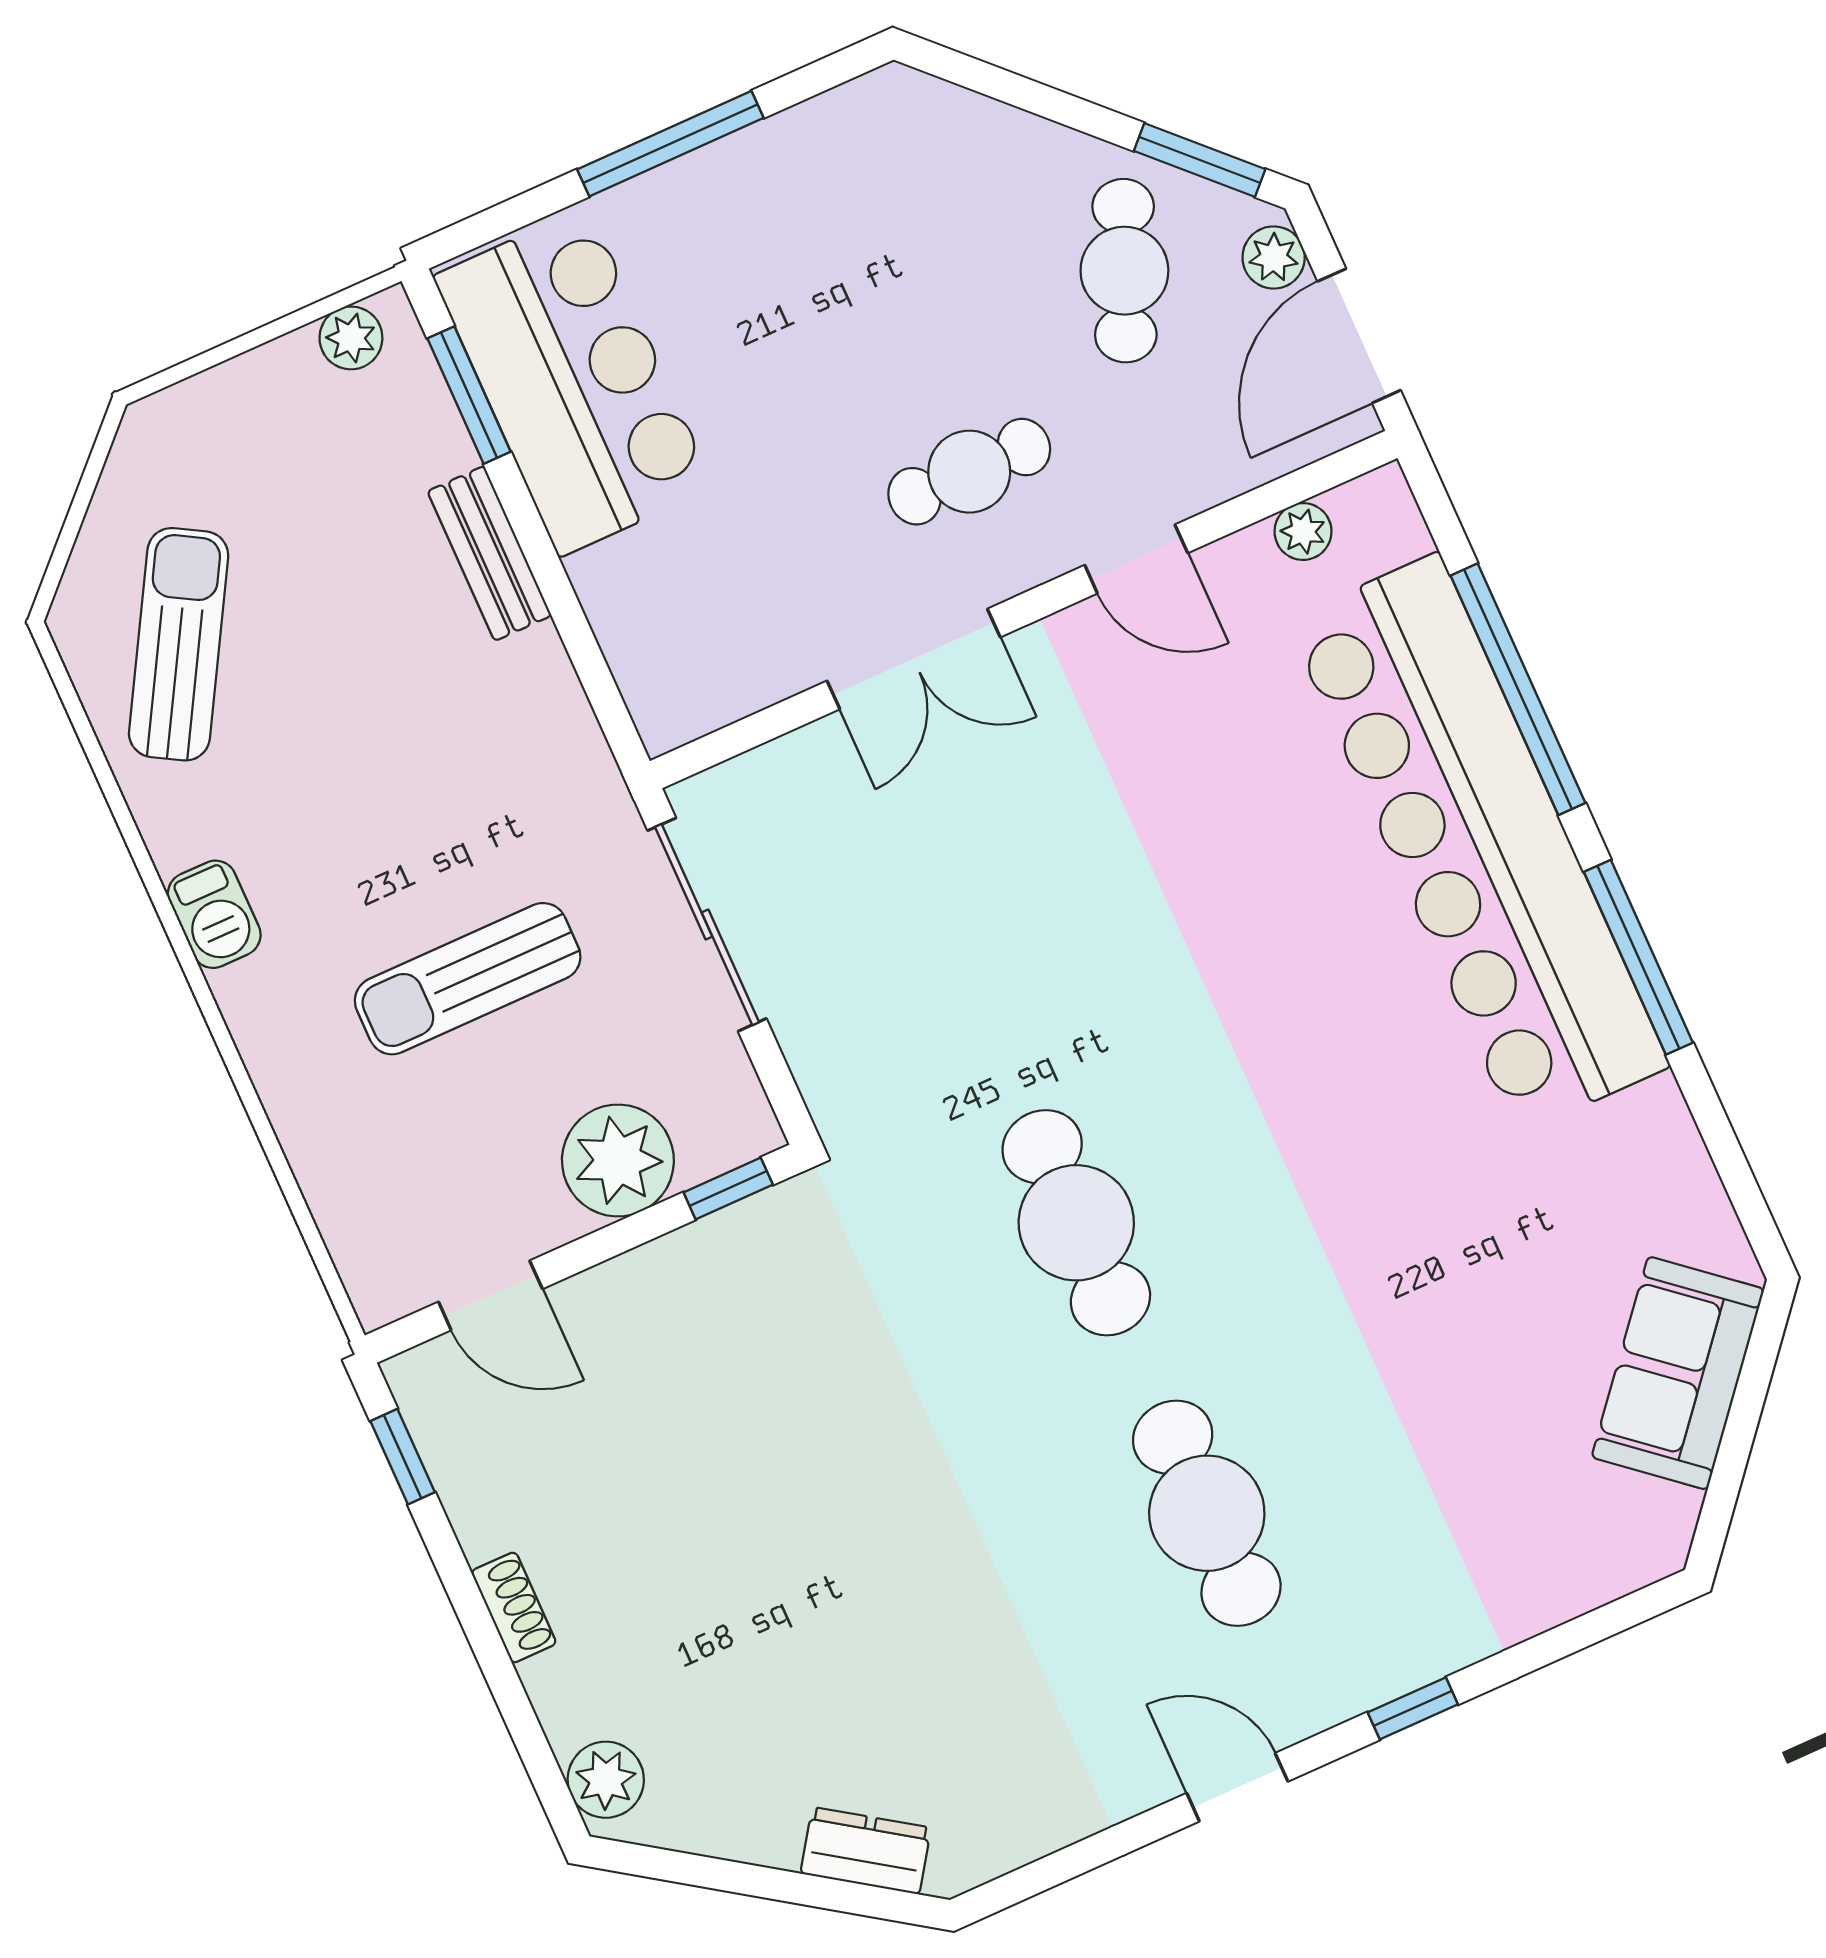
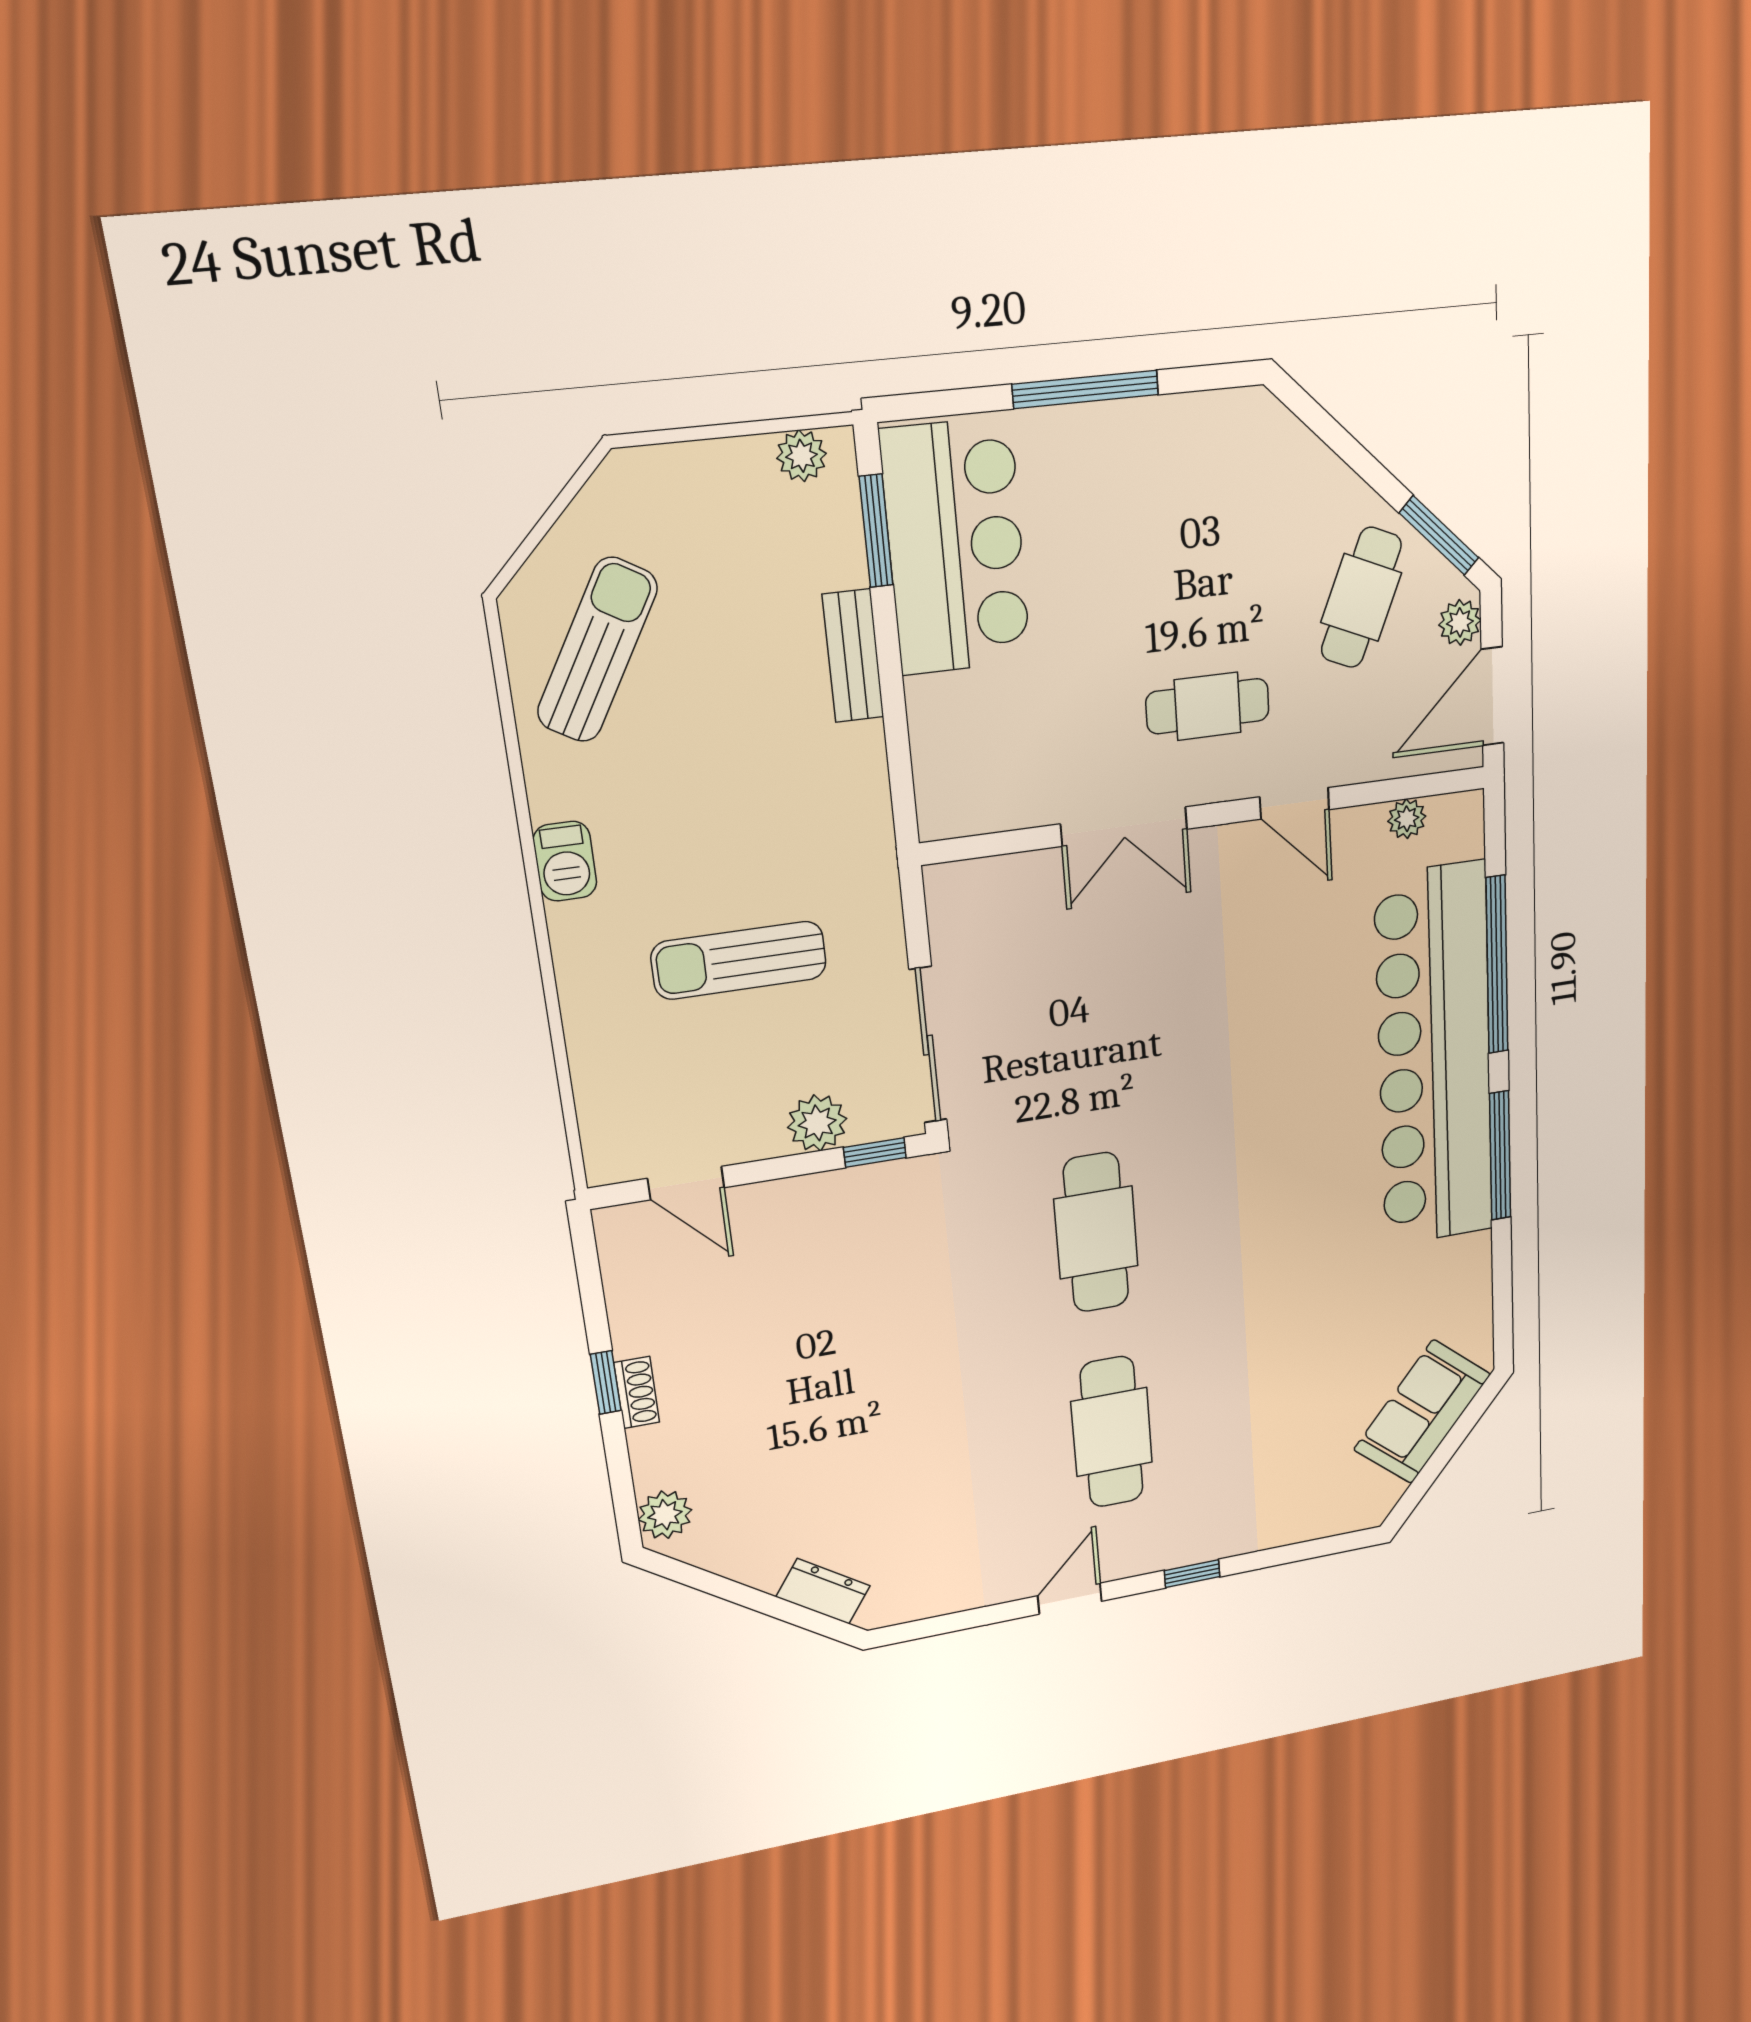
sliding door: (707, 925) -> (928, 1045), moved
plant: (618, 1160) -> (817, 1123), width x0.73, depth x0.73
window: (403, 1457) -> (606, 1383), moved
door: (1237, 1787) -> (1070, 1599), hinge flipped

